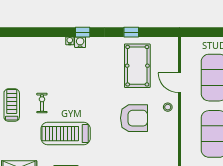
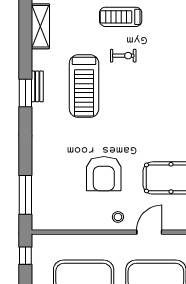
treadmill: (12, 105) -> (121, 17), turned 180
treadmill: (66, 134) -> (84, 86), turned 180

